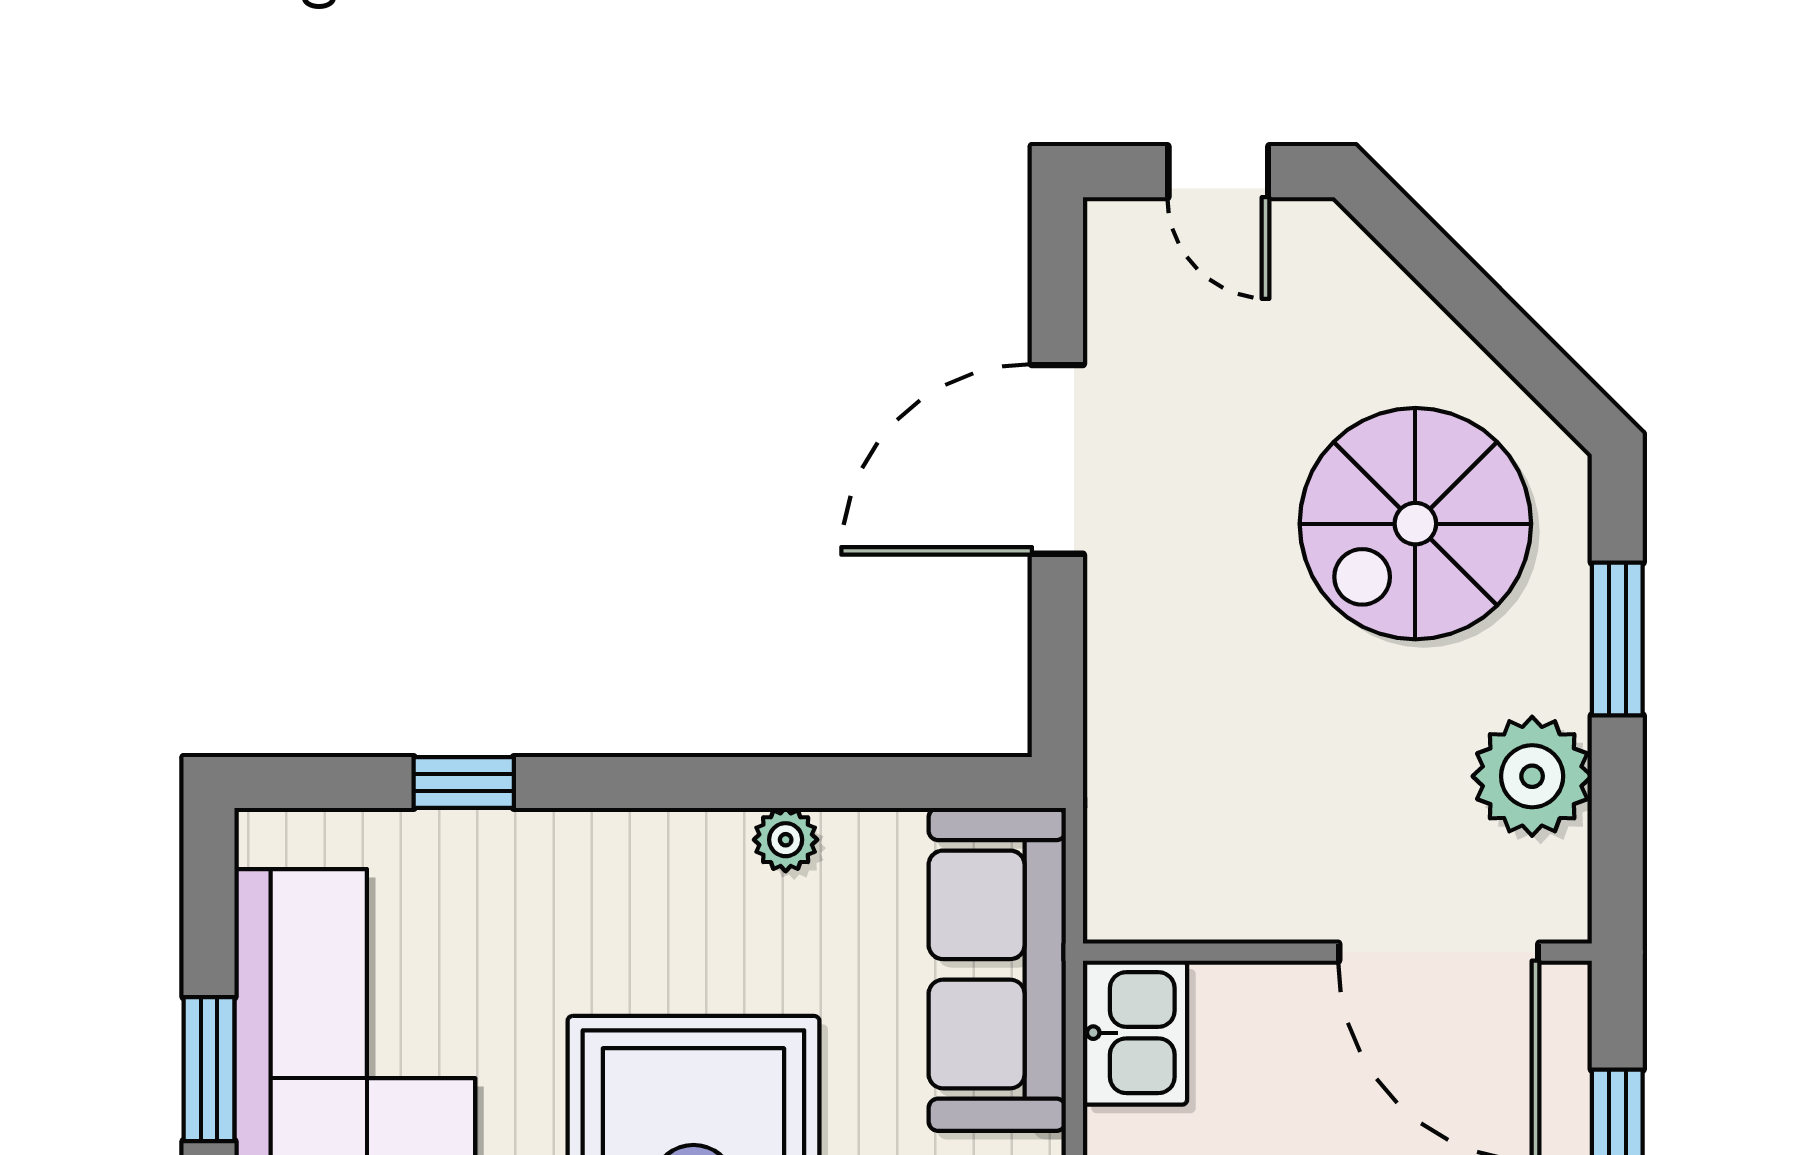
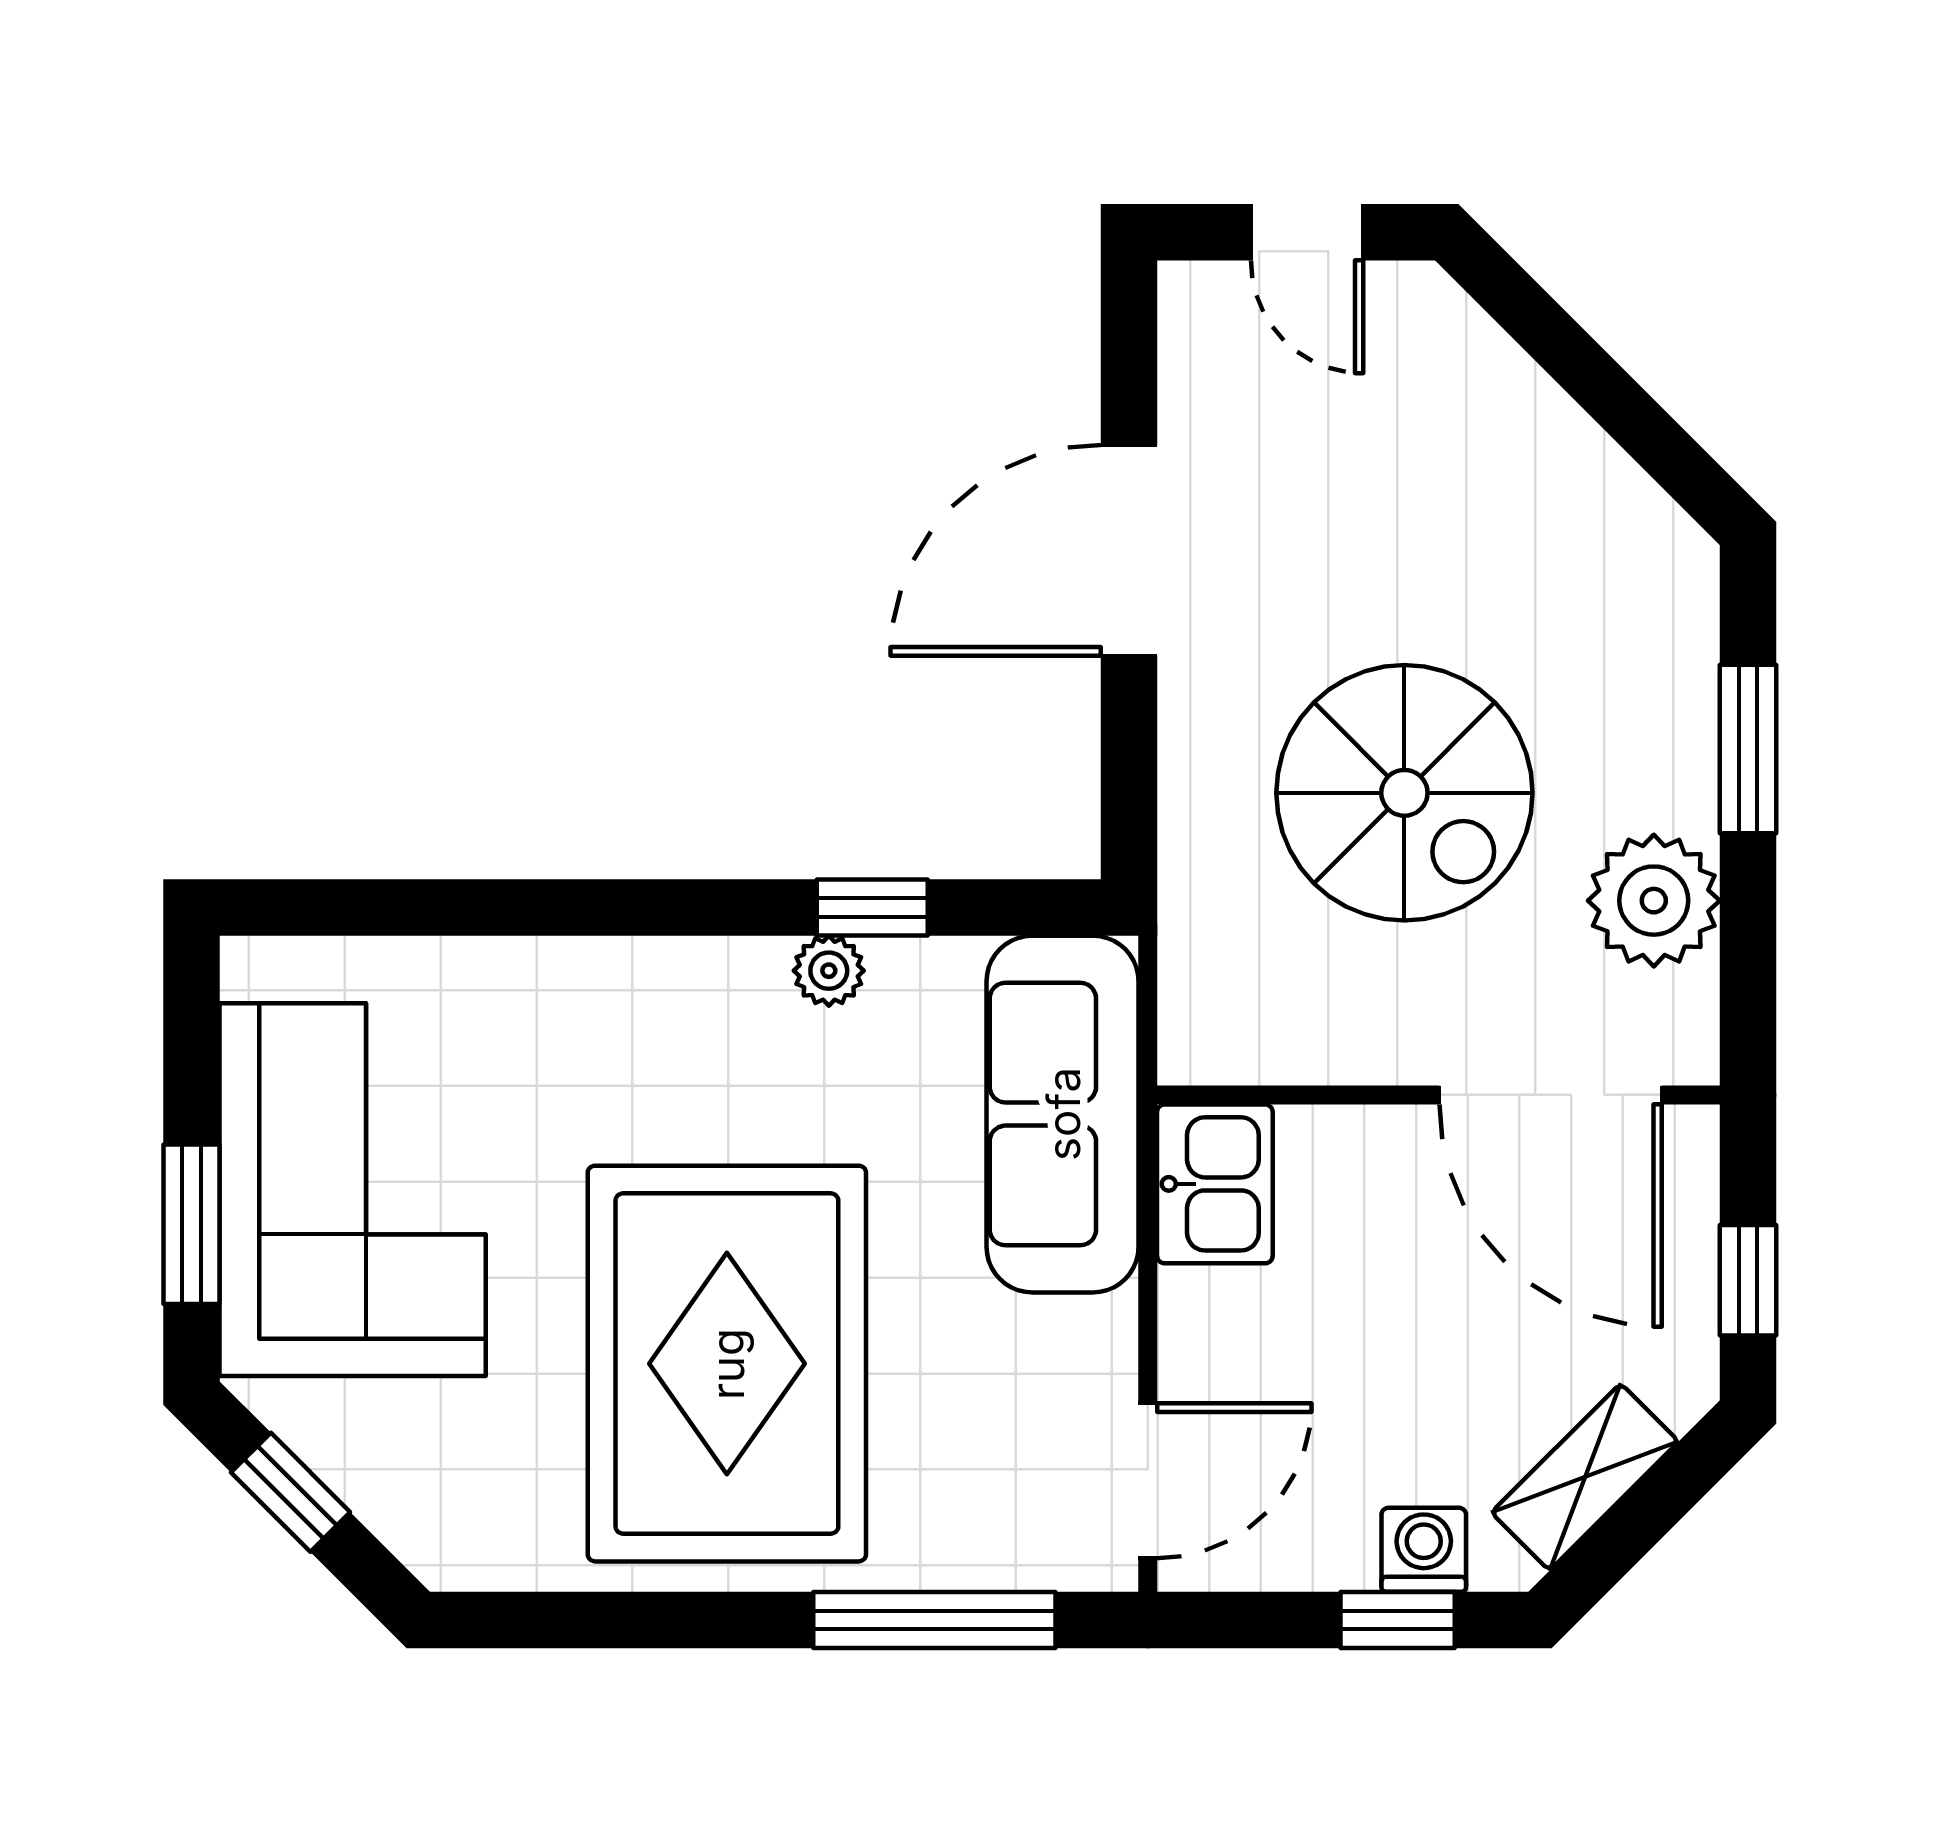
spiral stairs: (1415, 524) -> (1404, 793), moved, turned -90
window: (464, 782) -> (872, 907), moved

